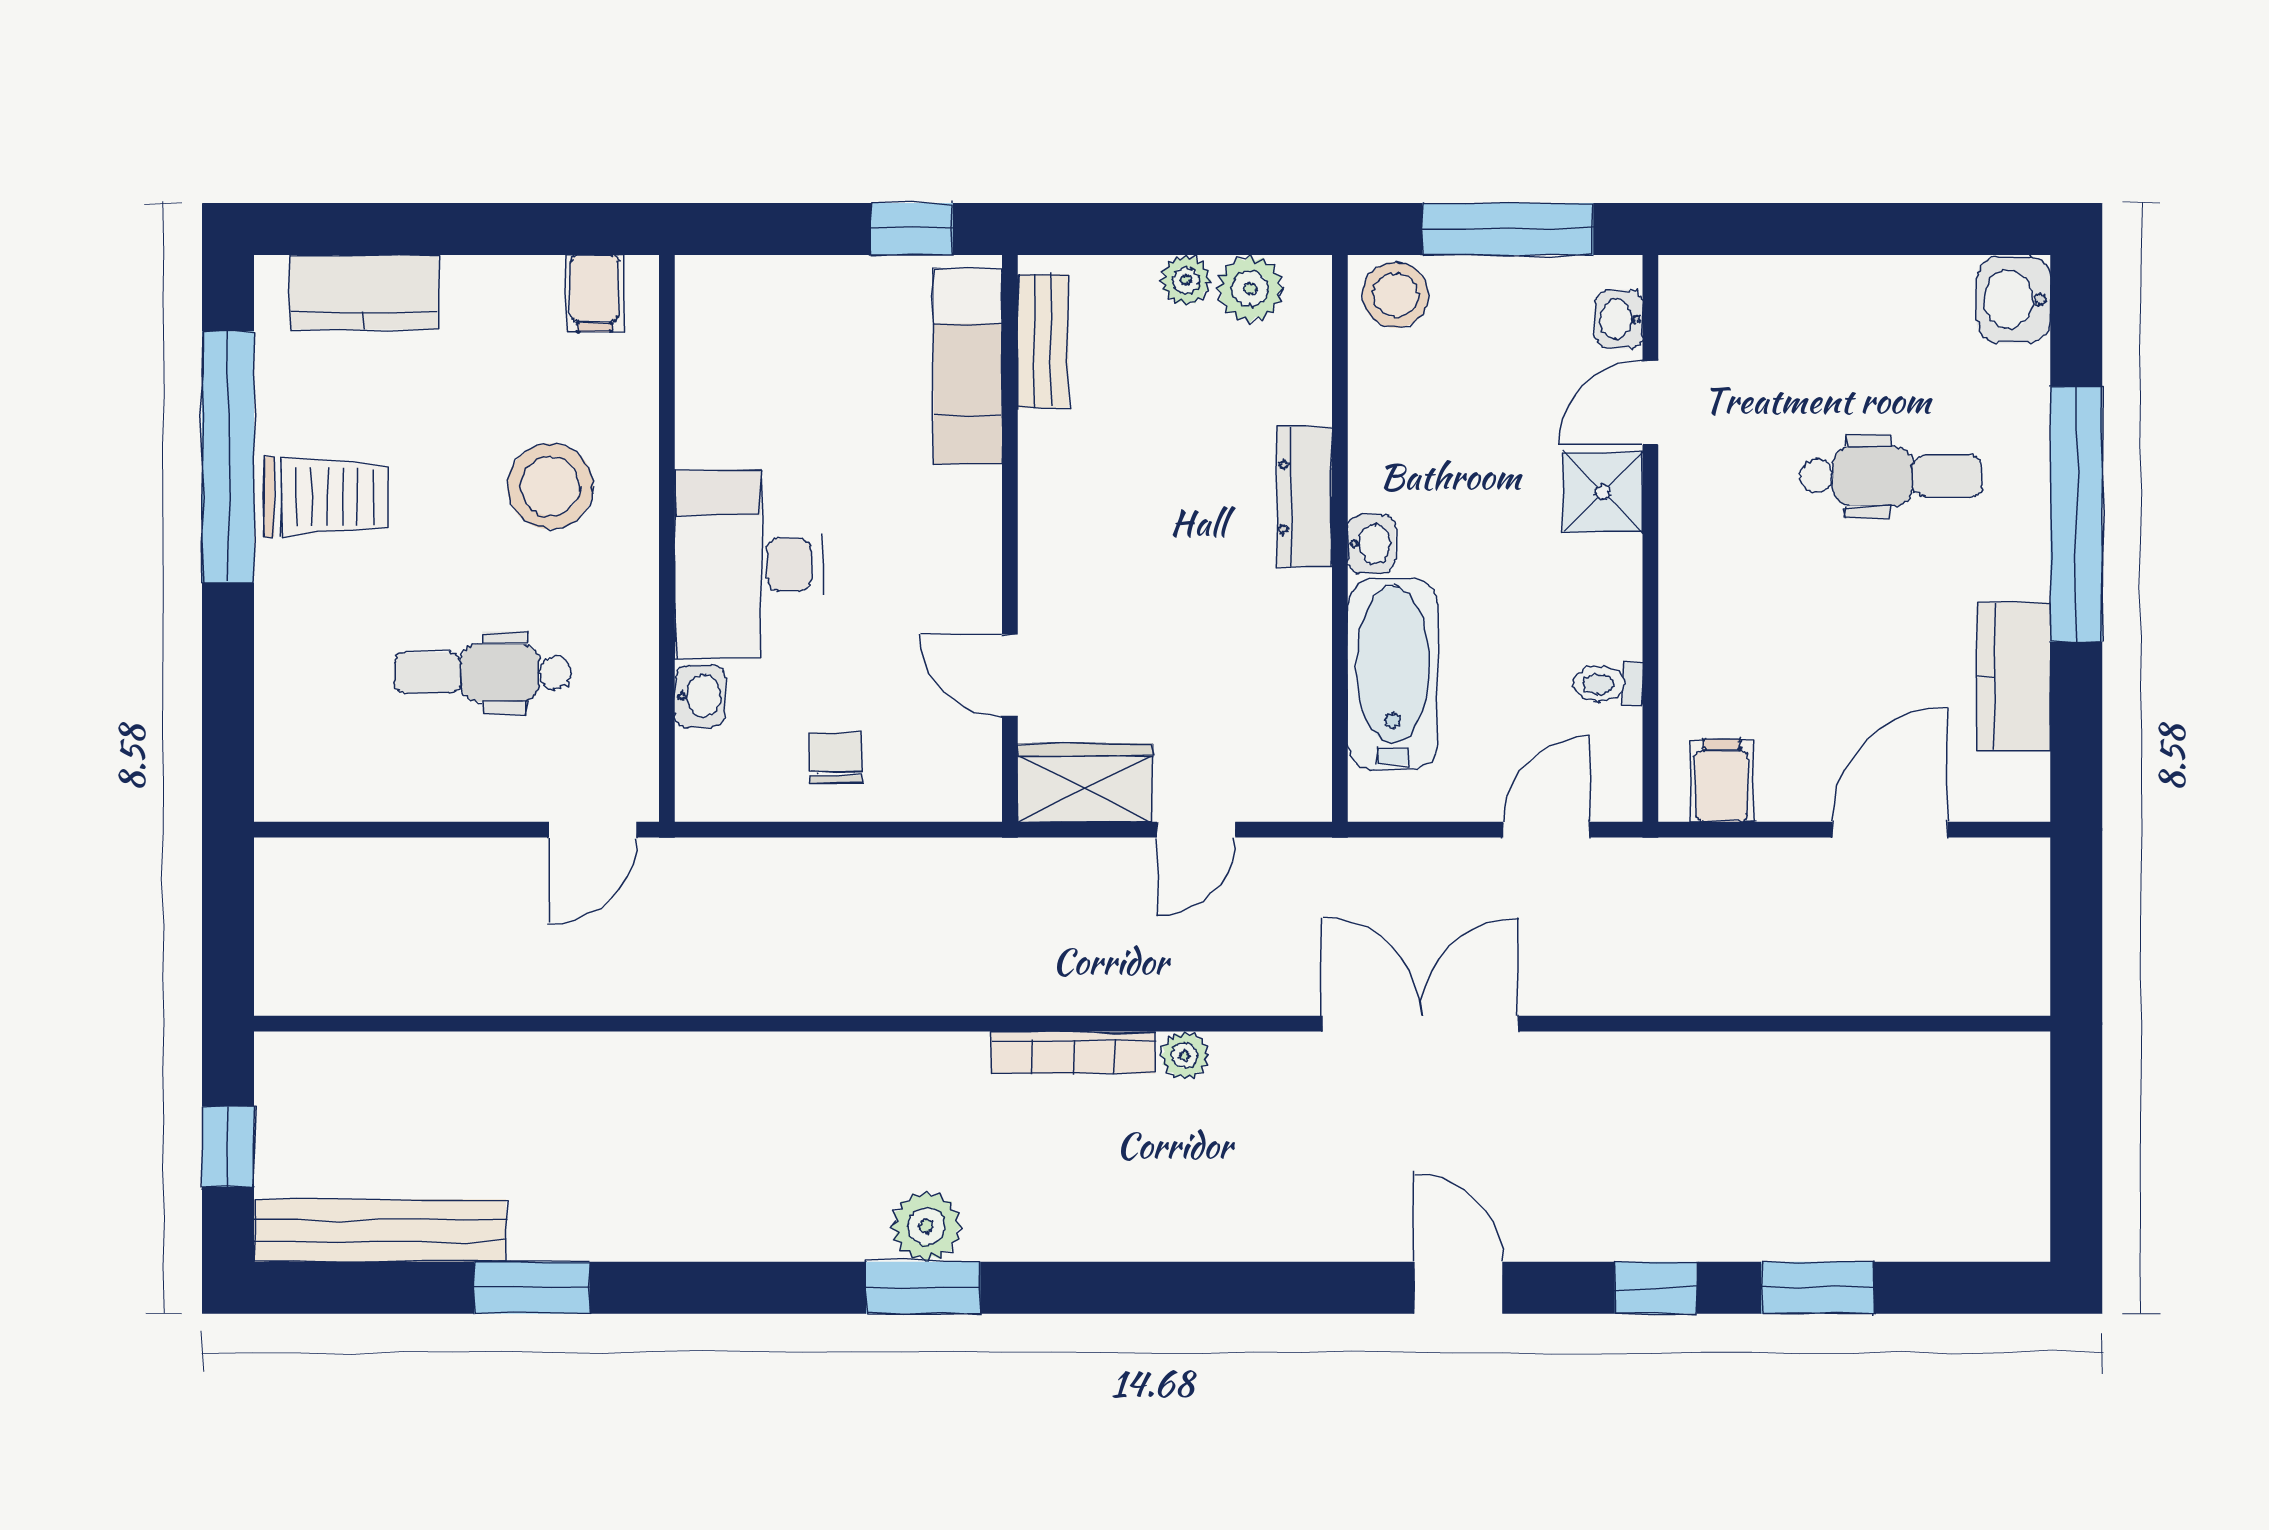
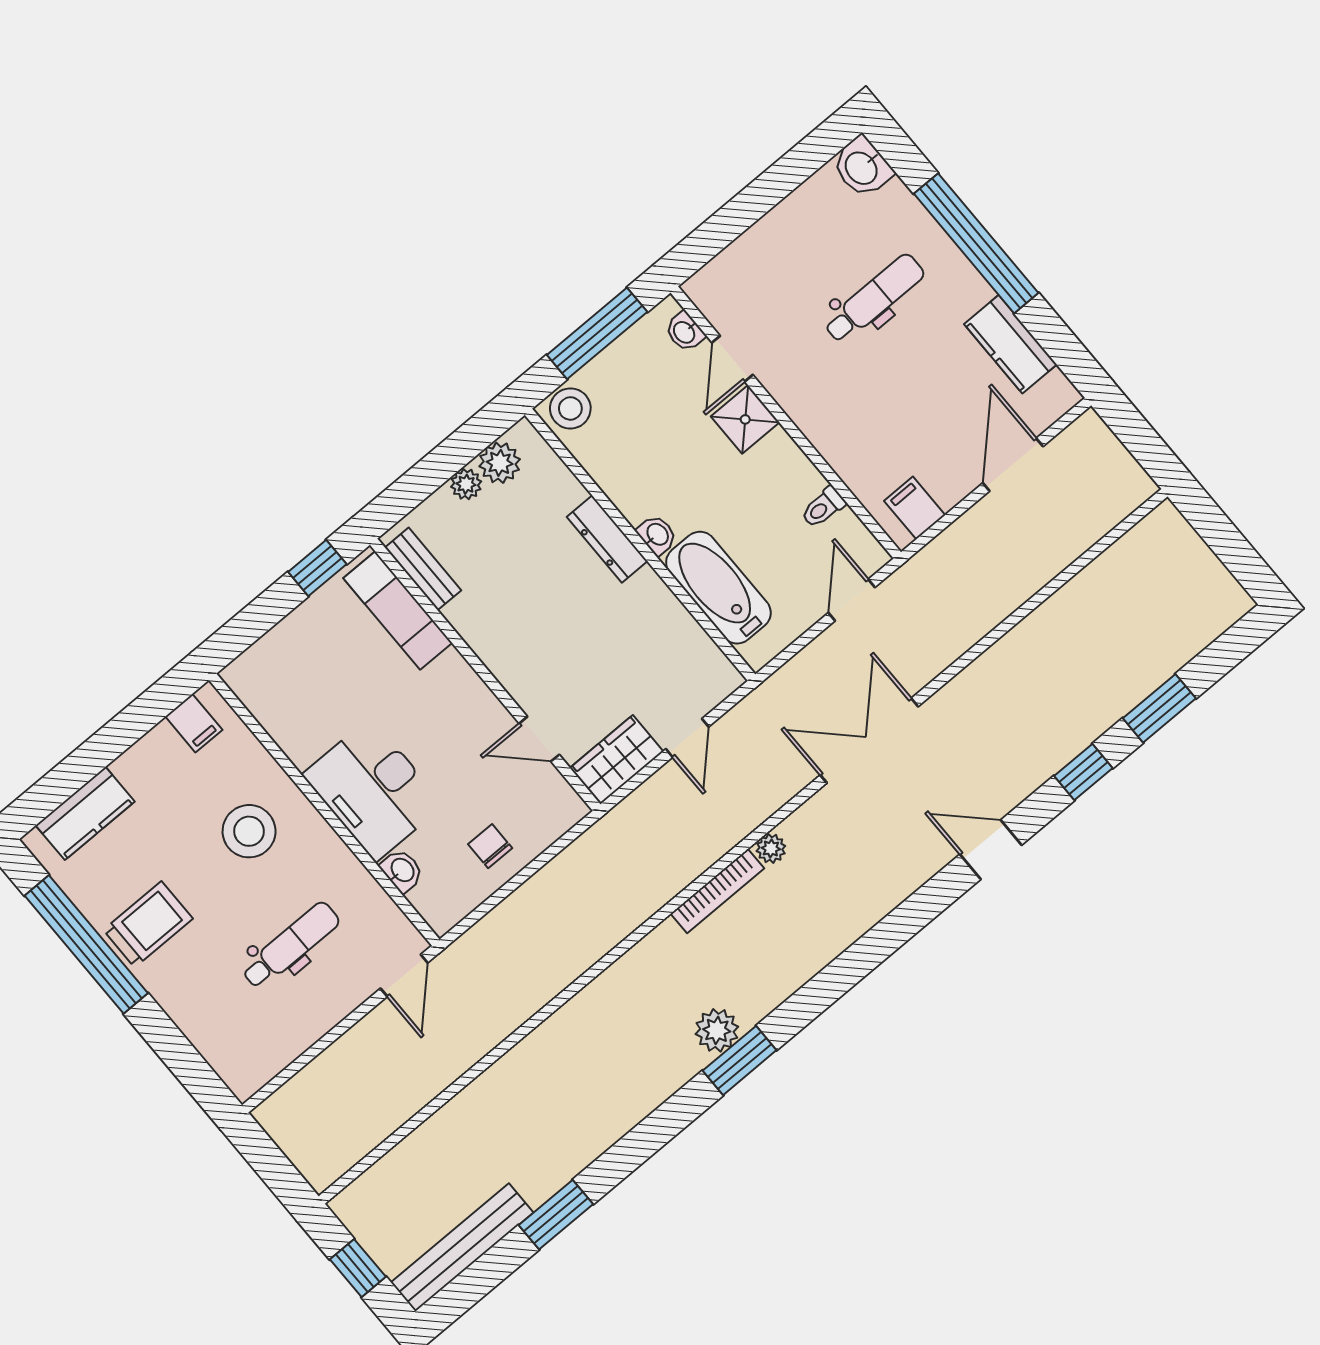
dental chair: (482, 673) -> (291, 945), turned 180

